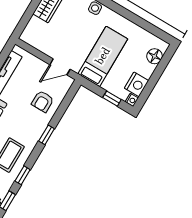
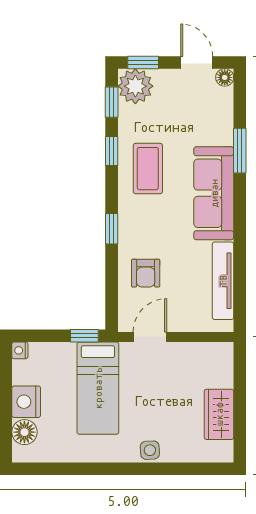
nightstand: (137, 84) -> (26, 402), moved
window: (112, 99) -> (84, 336), moved
armchair: (43, 101) -> (146, 273), turned 180

